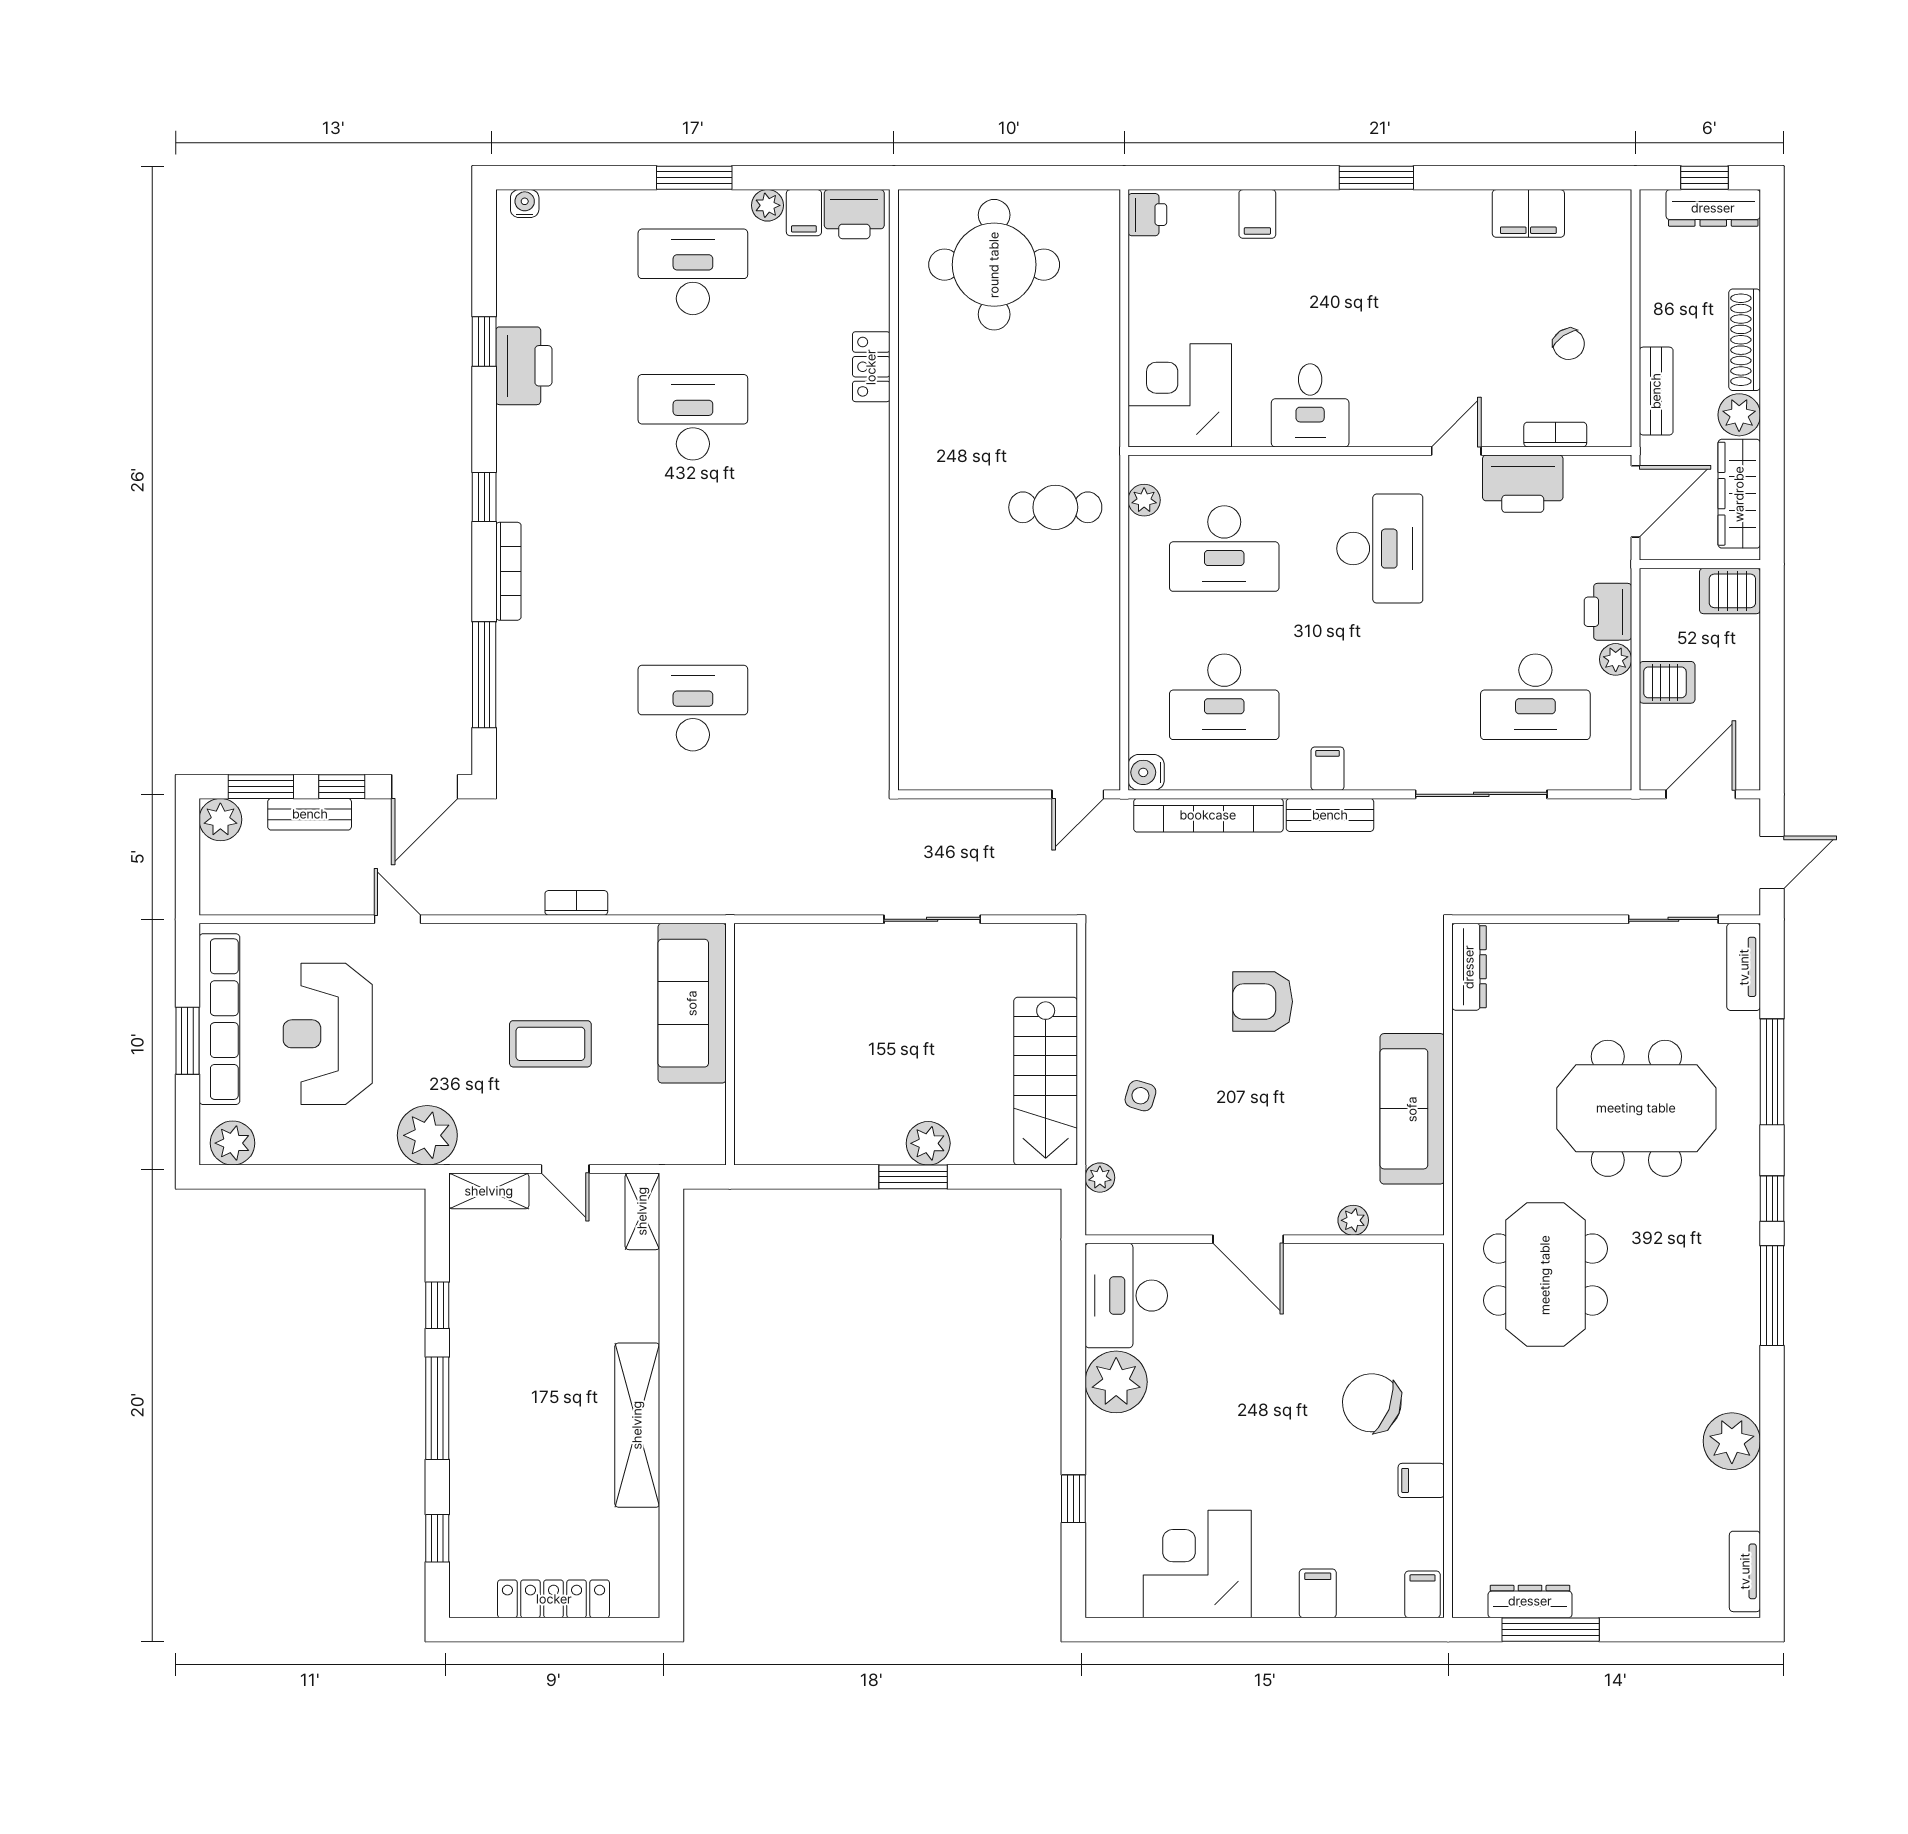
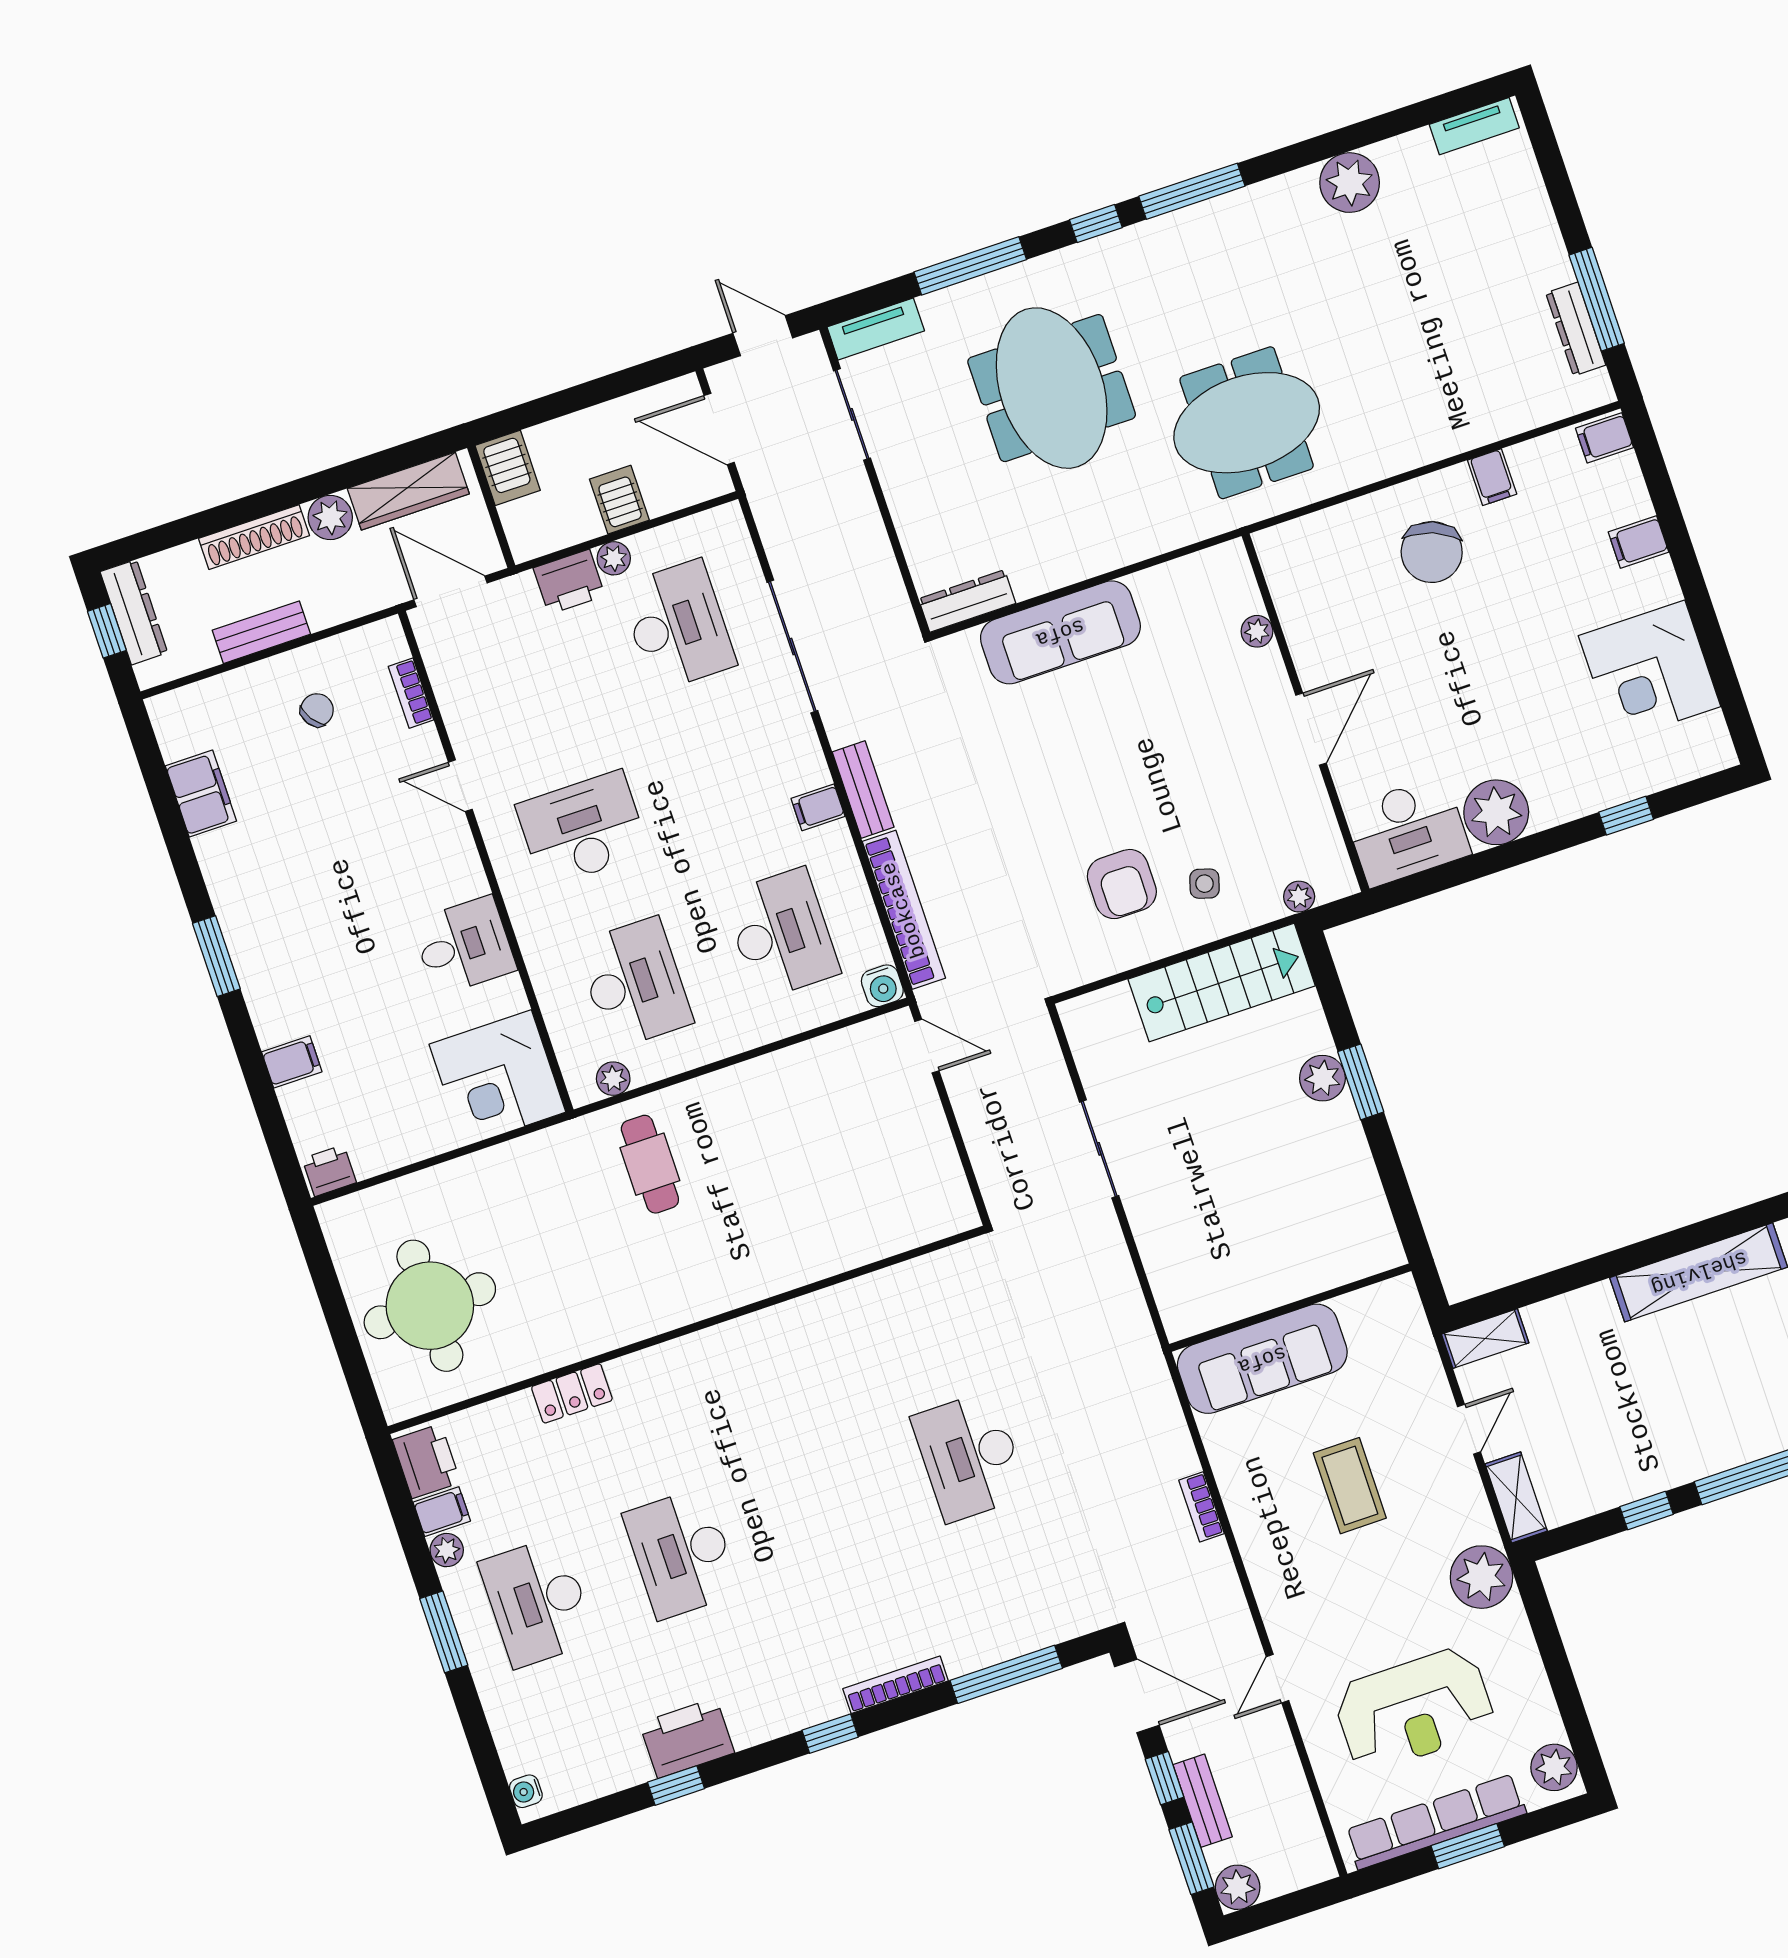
bench: (1656, 391) -> (261, 632), moved
printer: (1523, 484) -> (471, 709), removed
armchair: (1263, 1002) -> (1122, 884), moved
sofa: (1412, 1109) -> (1060, 632), moved

